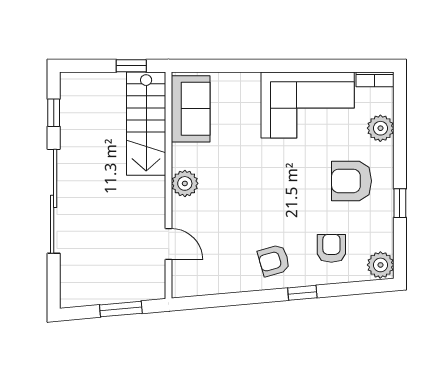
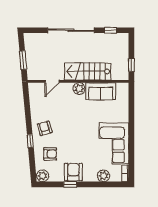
sofa: (191, 109) -> (101, 91), moved
stairs: (146, 124) -> (88, 71), moved
armchair: (351, 181) -> (73, 172), moved

